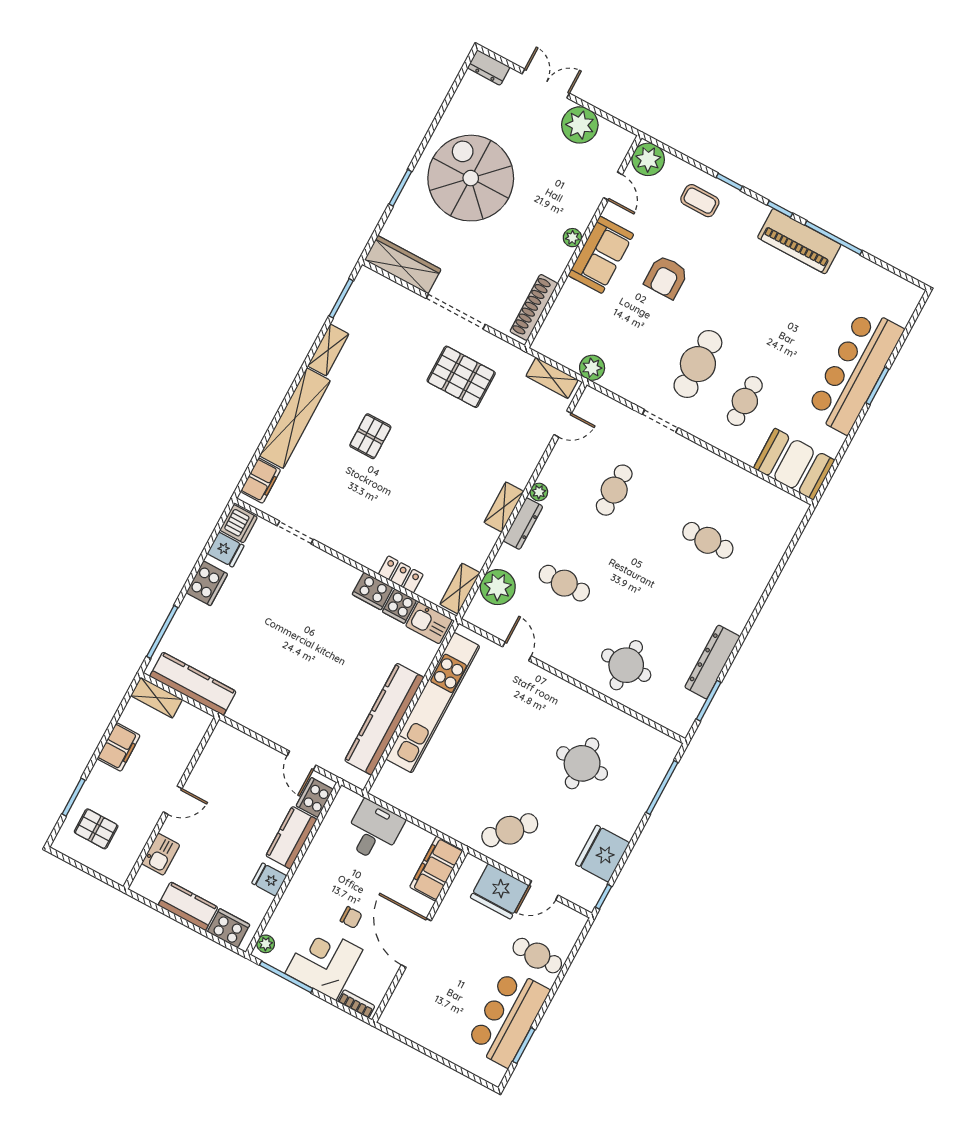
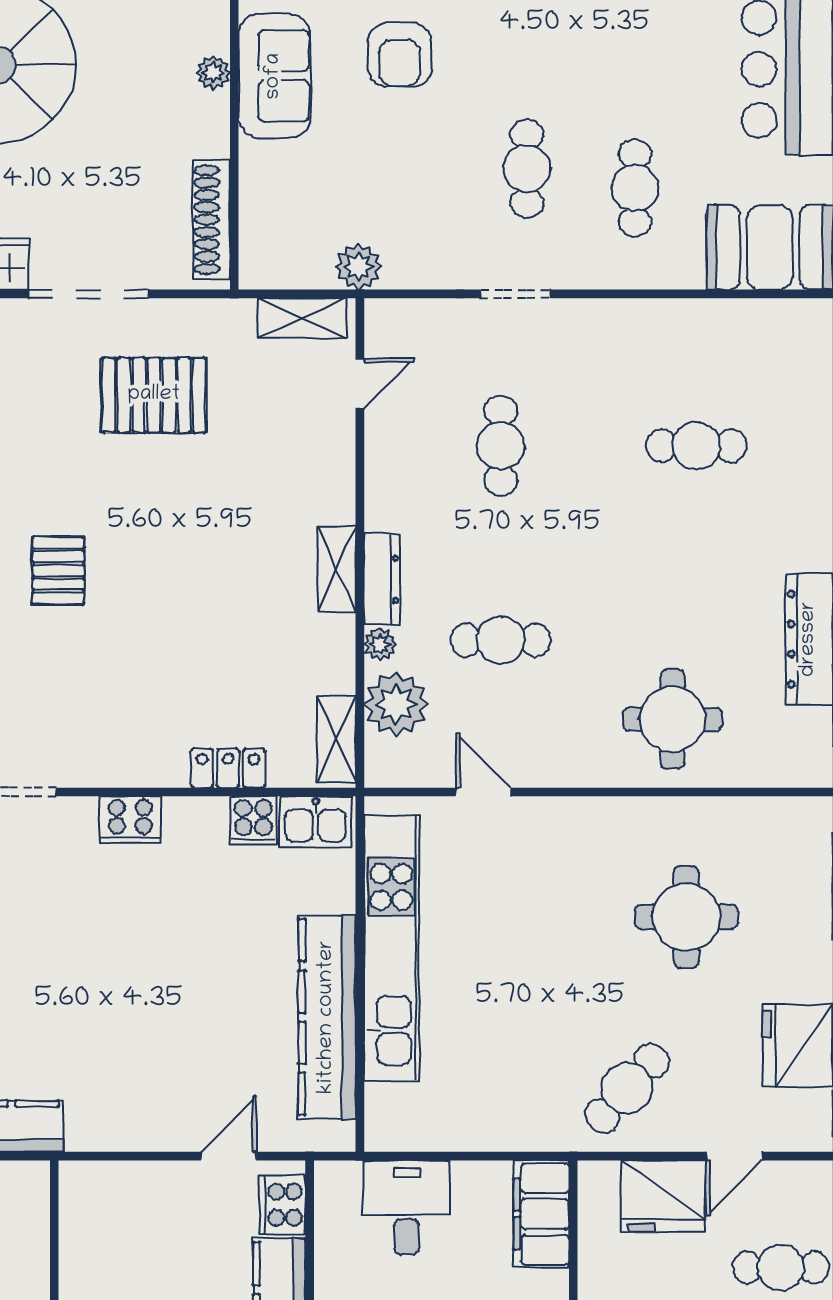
cafe table: (698, 364) -> (527, 169), width x0.73, depth x0.74
plant: (539, 492) -> (380, 644), moved
cooker: (372, 591) -> (130, 820), moved
door: (301, 760) -> (229, 1156), swing flipped

